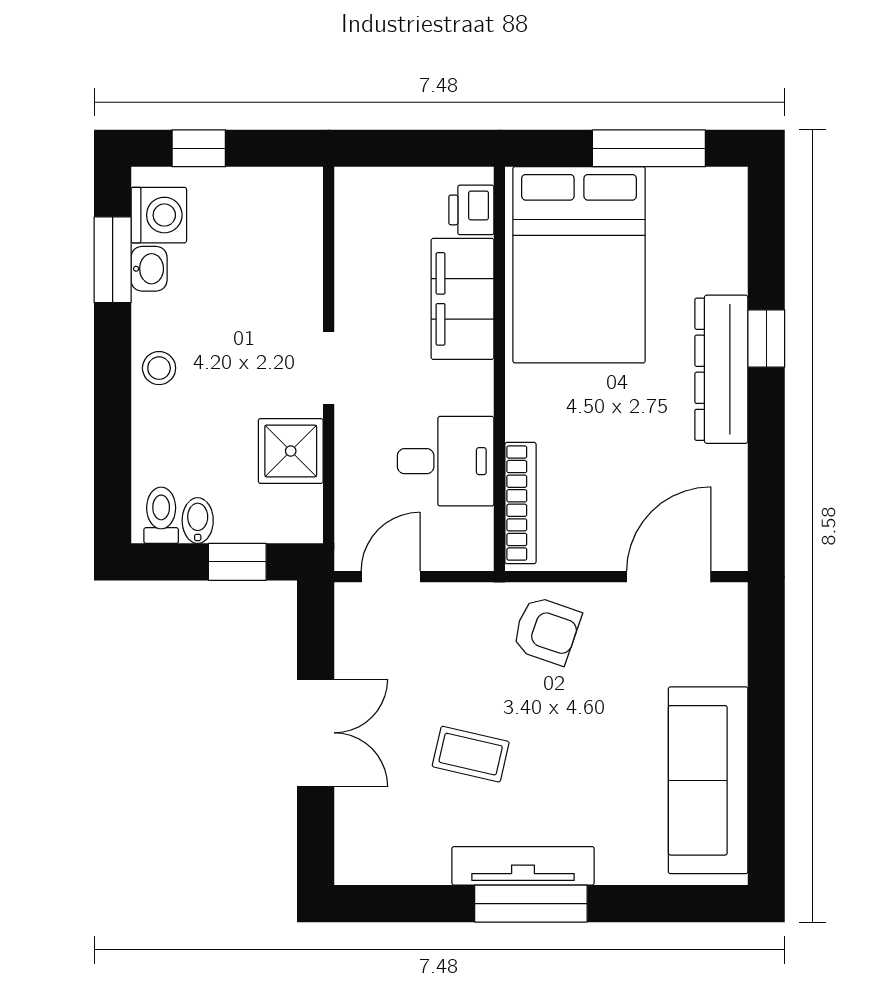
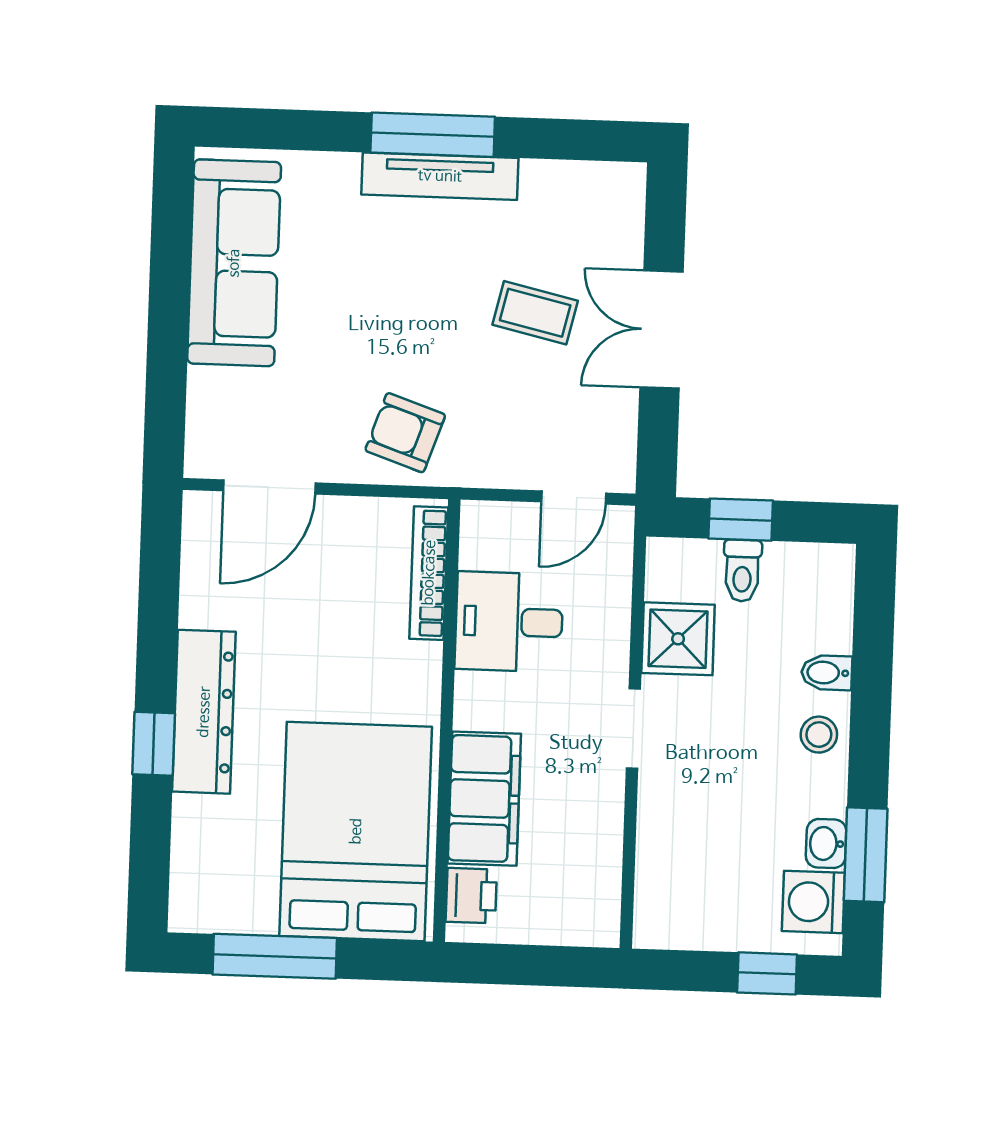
toilet: (161, 515) -> (742, 571), moved
bidet: (198, 521) -> (827, 673), moved, turned 90
coffee table: (471, 754) -> (535, 313), moved

